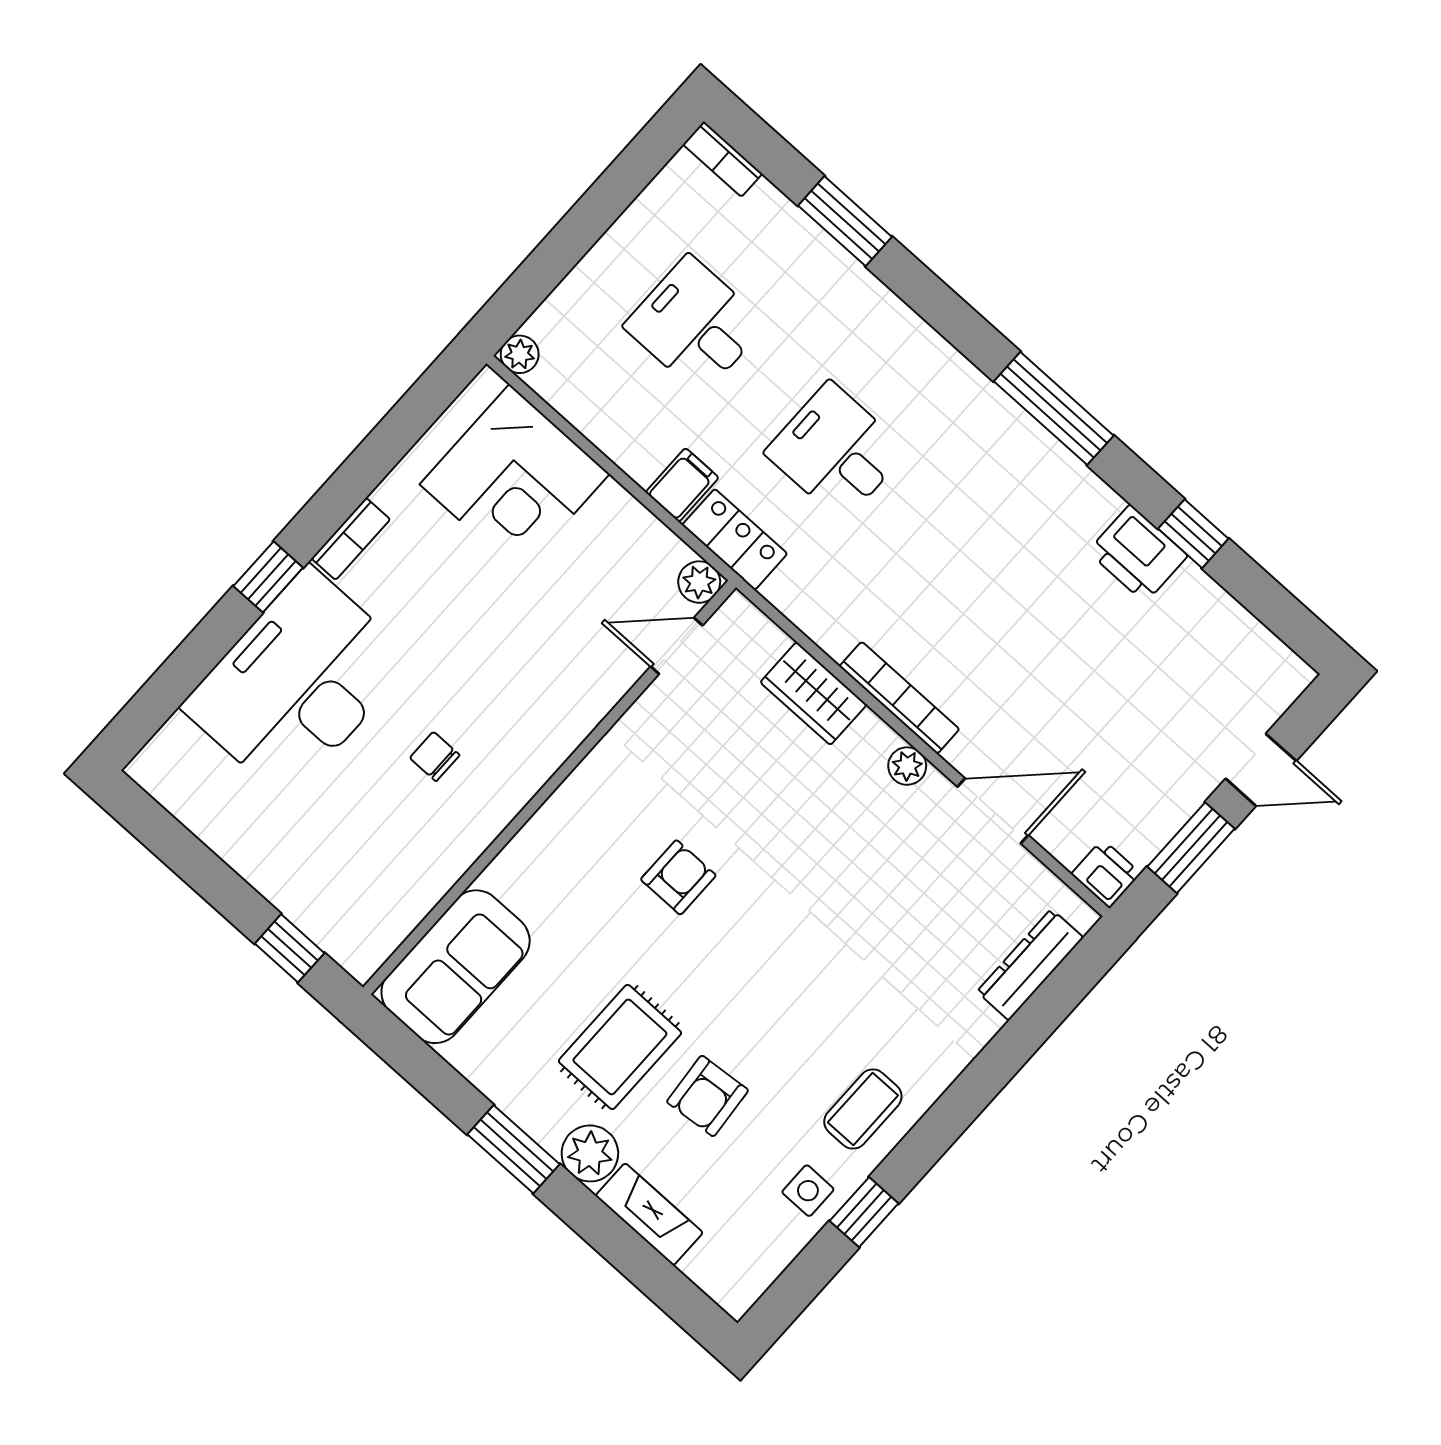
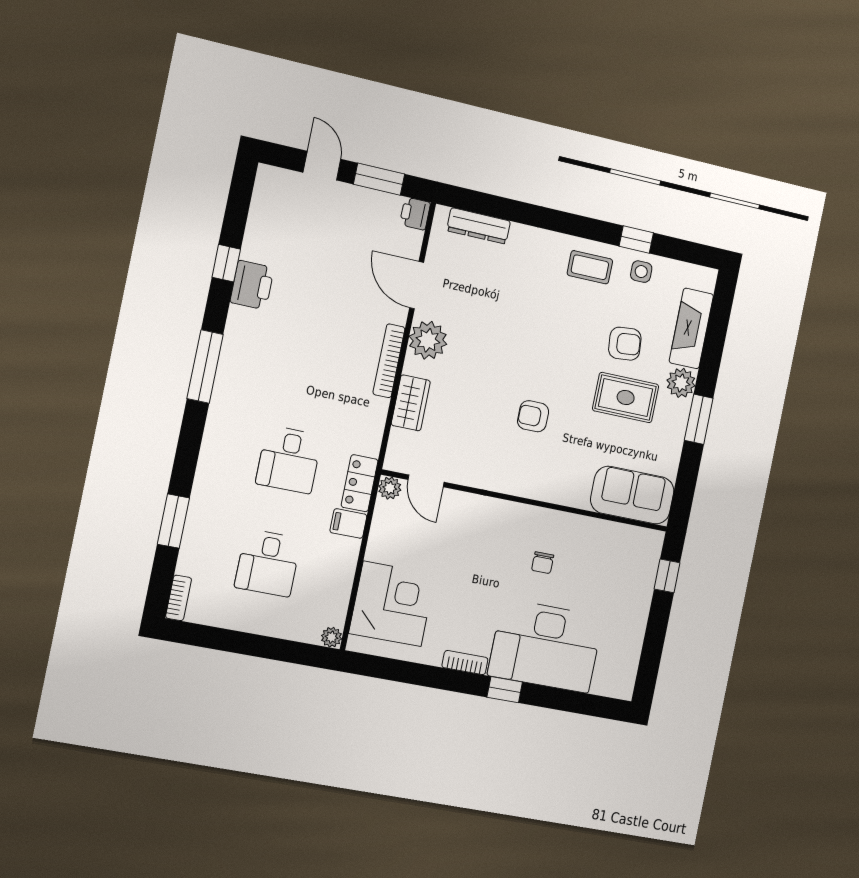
plant: (907, 766) -> (428, 340), width x1.87, depth x1.87
fireplace: (649, 1214) -> (691, 328), width x1.37, depth x1.32

